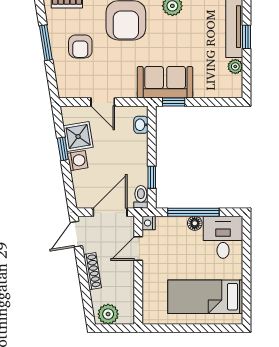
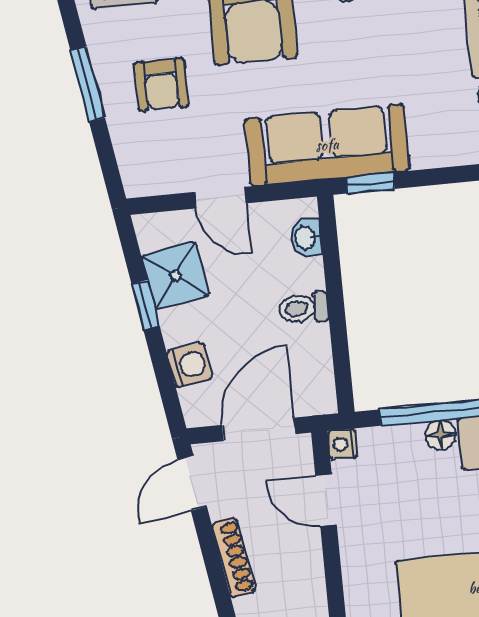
sofa: (165, 82) -> (327, 145), width x1.36
washing machine: (78, 161) -> (189, 365), moved
window: (152, 177) -> (340, 347), removed
toilet: (141, 197) -> (303, 308), moved, turned -90
door: (138, 248) -> (326, 500), hinge flipped

